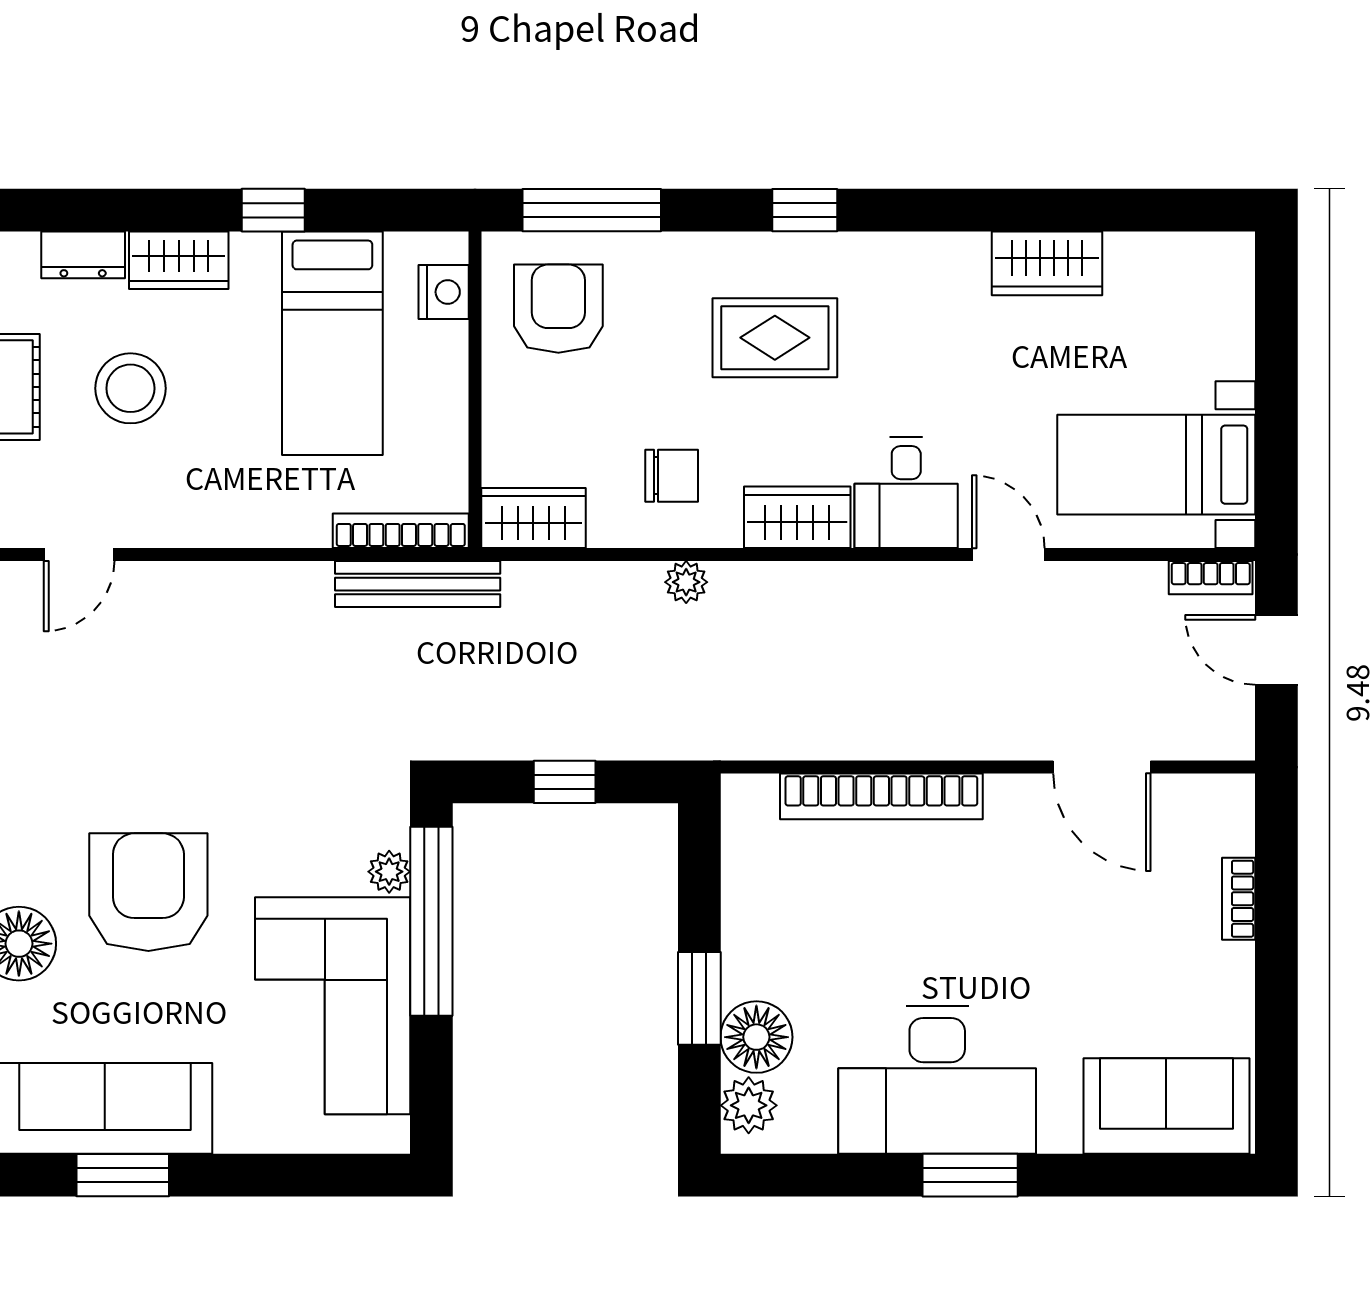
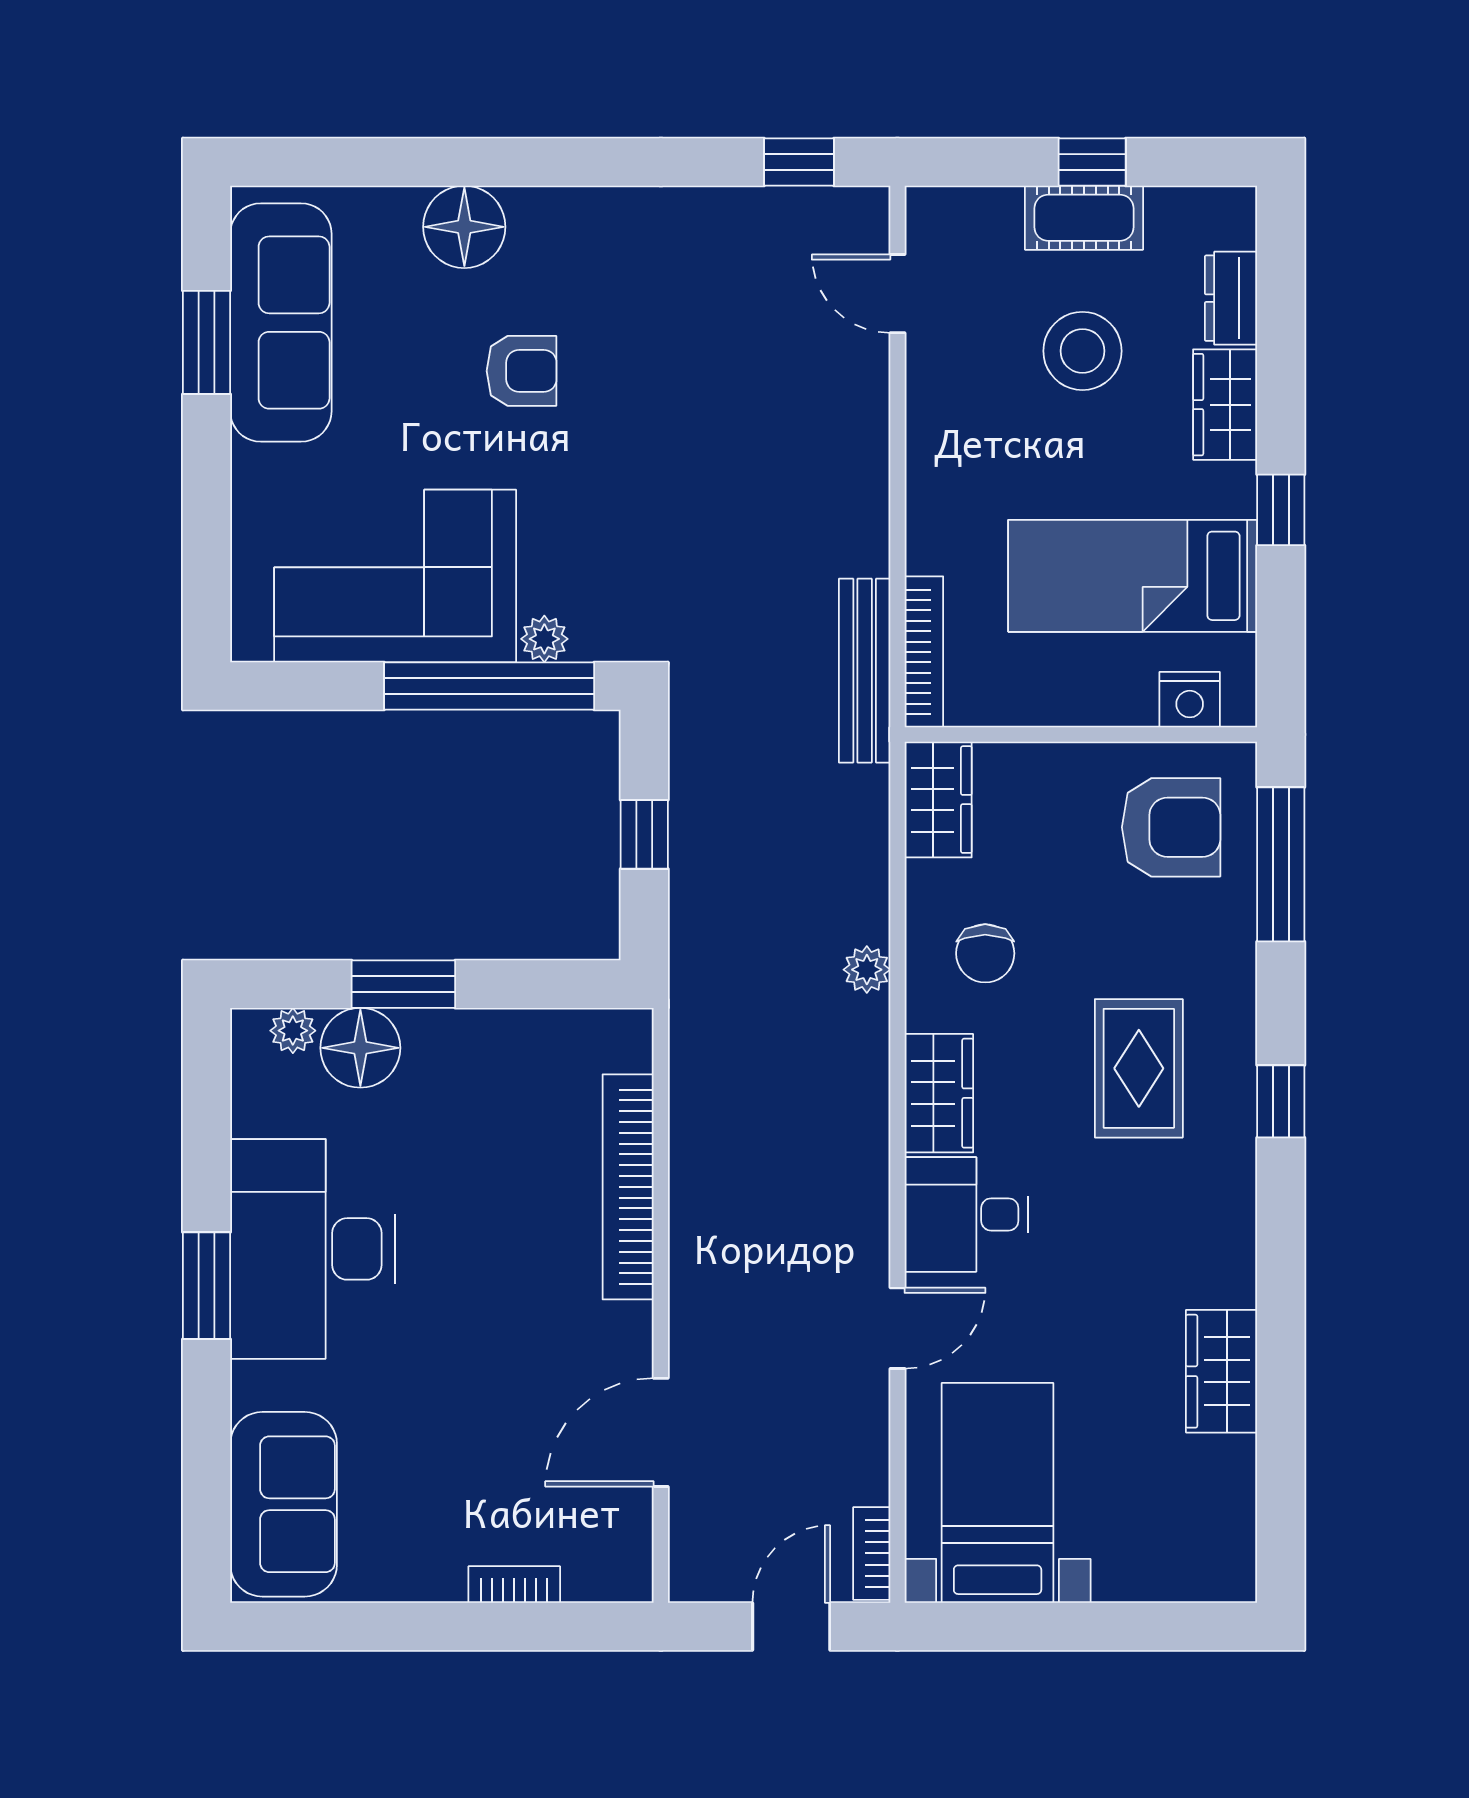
armchair: (148, 892) -> (522, 371), width x0.53, depth x0.53
plant: (749, 1105) -> (293, 1031), width x0.73, depth x0.73

